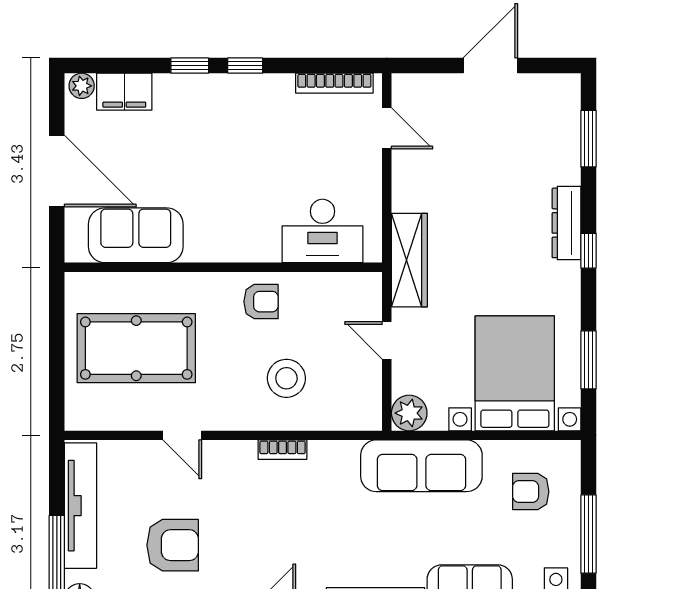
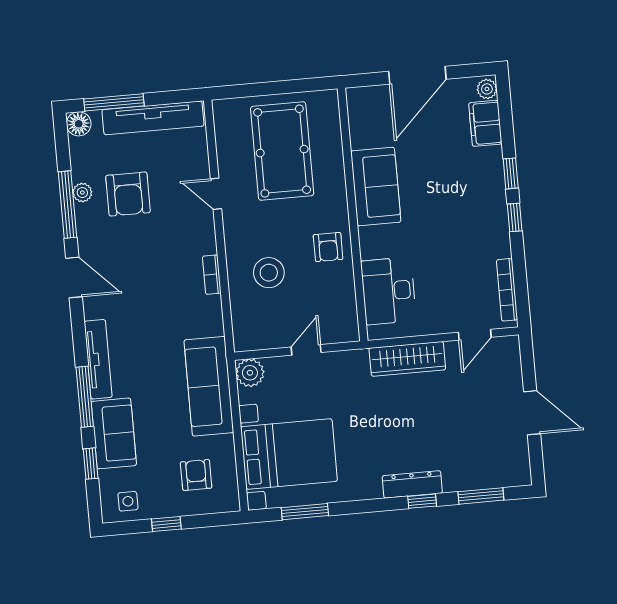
sofa: (136, 235) -> (376, 187), moved
window: (589, 251) -> (422, 501), moved
wardrobe: (409, 260) -> (407, 359), moved
door: (182, 435) -> (216, 194), hinge flipped
window: (589, 534) -> (166, 524), width x0.46

